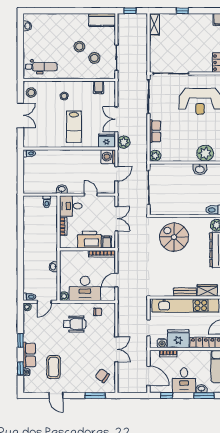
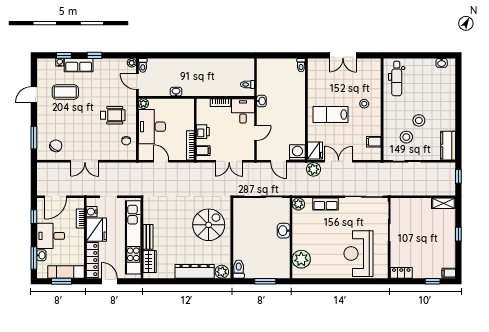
stool: (31, 93) -> (368, 67), removed
washbasin: (200, 169) -> (284, 231), moved
printer: (89, 240) -> (203, 132), width x0.53, depth x0.68
wheelchair: (75, 324) -> (113, 115), turned -90

